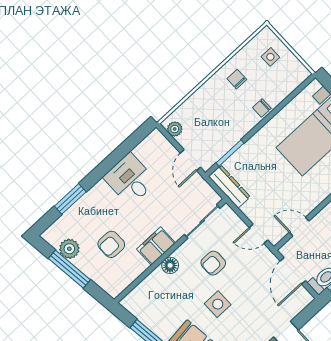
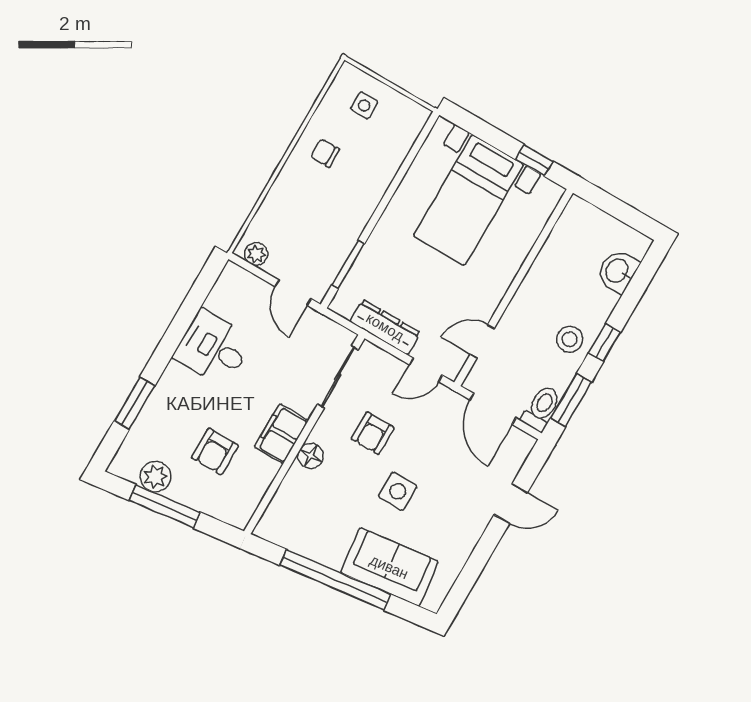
chair: (262, 108) -> (374, 184), removed
dresser: (229, 187) -> (385, 327), moved

